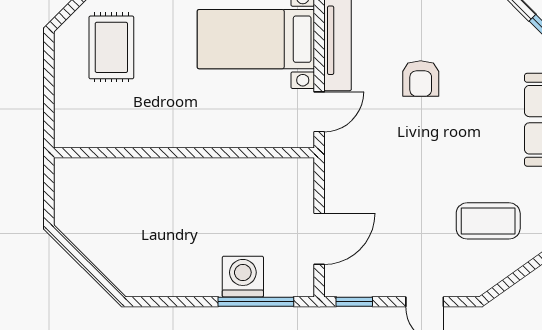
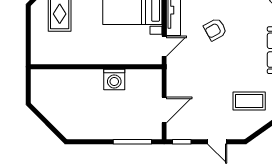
armchair: (421, 79) -> (215, 29), turned 61
washing machine: (243, 277) -> (114, 79), moved, turned 180

